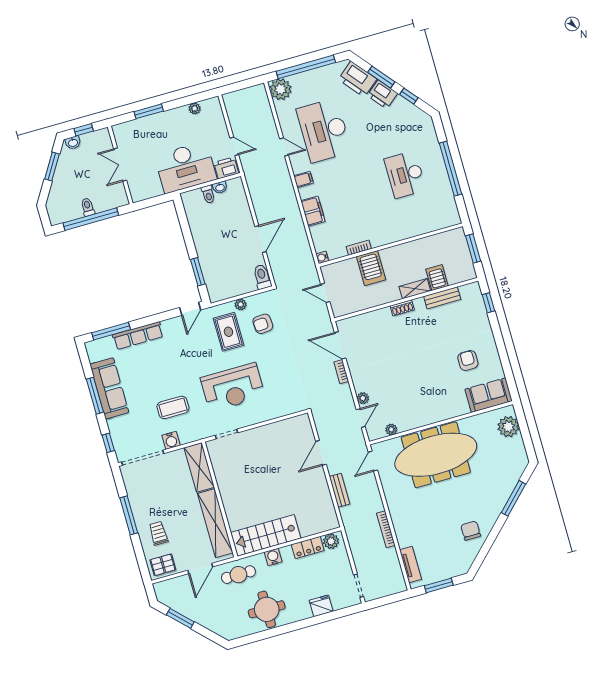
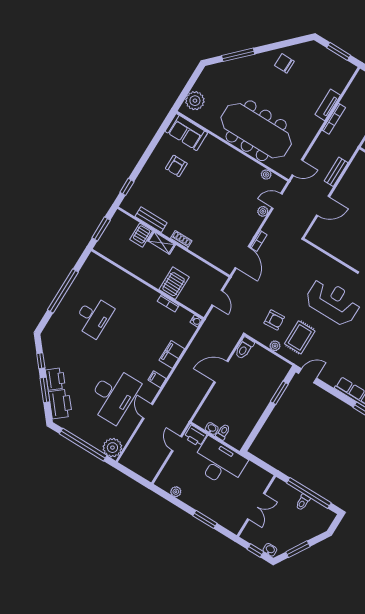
chair: (471, 531) -> (284, 63), turned 91
tv unit: (411, 565) -> (328, 105), moved

